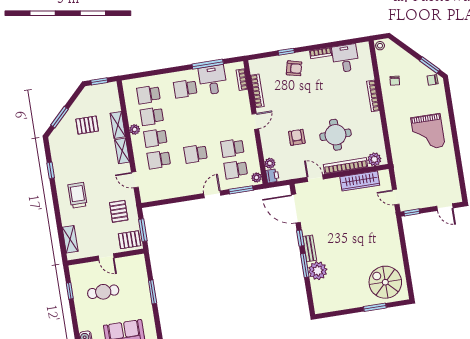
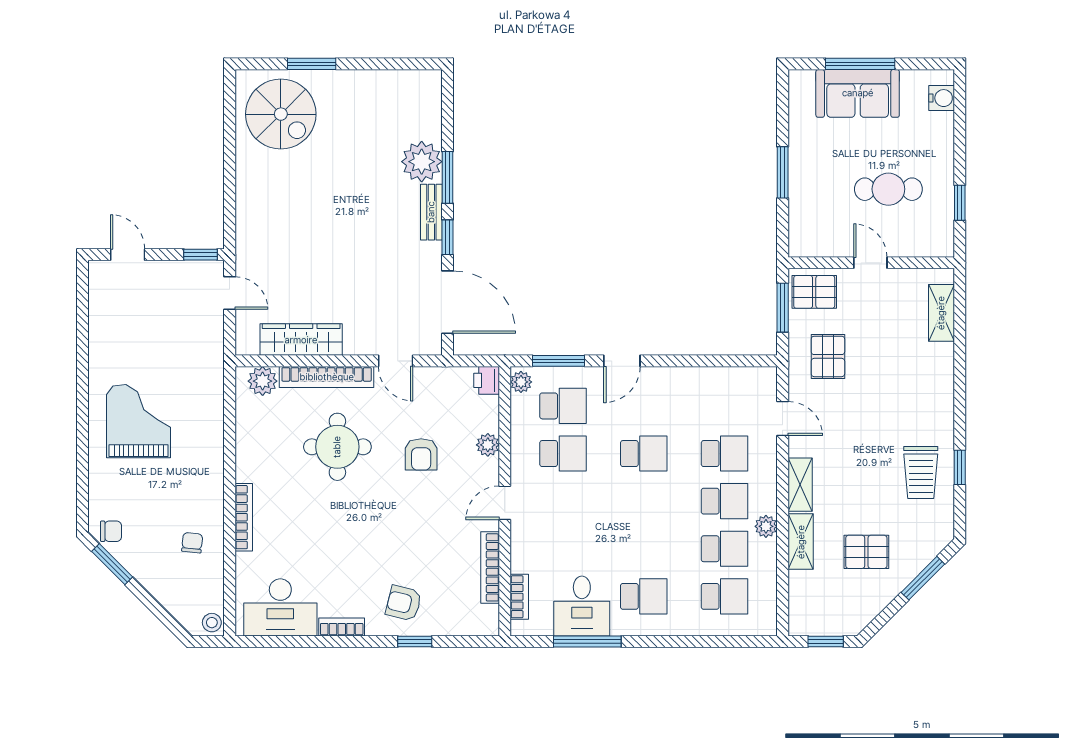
desk: (345, 58) -> (280, 607), width x1.37
plant: (270, 163) -> (488, 445), moved
trolley: (78, 195) -> (921, 473), moved

